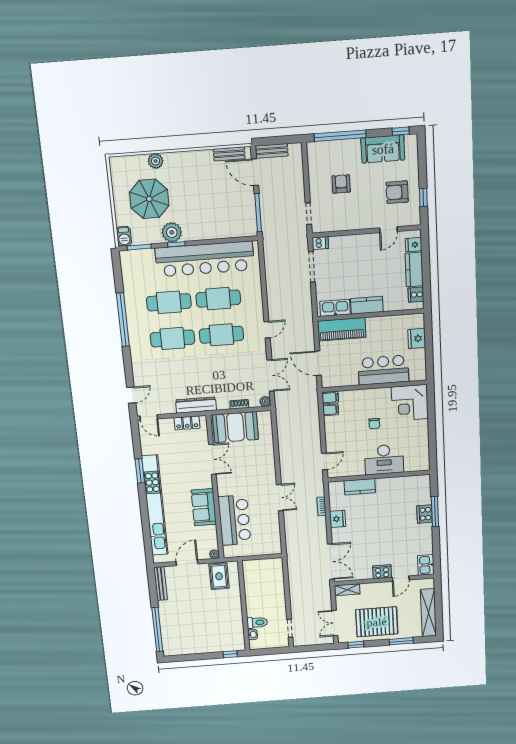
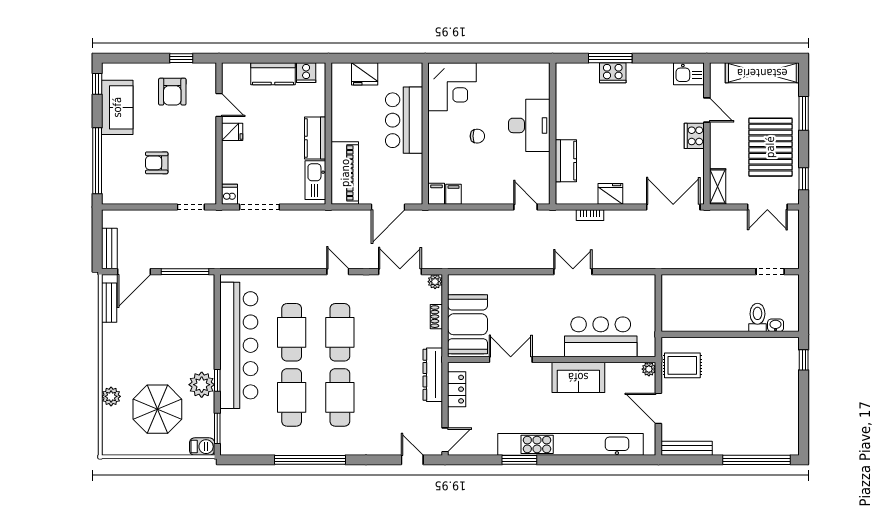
fridge: (414, 245) -> (232, 132), moved, turned -90

